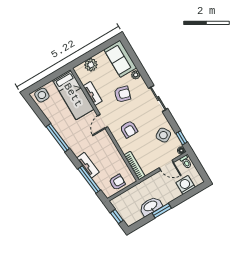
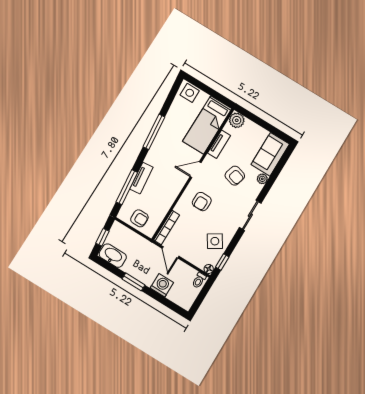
plant: (91, 65) -> (237, 120), moved
door: (166, 165) -> (170, 252), moved
washing machine: (185, 185) -> (162, 285), moved
washbasin: (151, 206) -> (113, 256), moved

